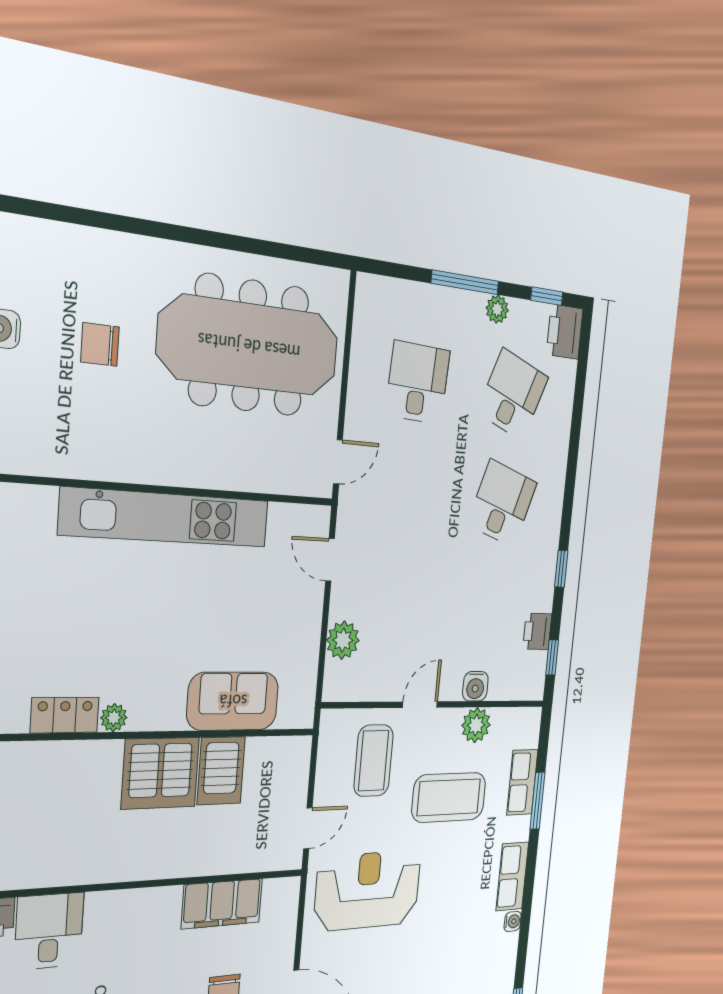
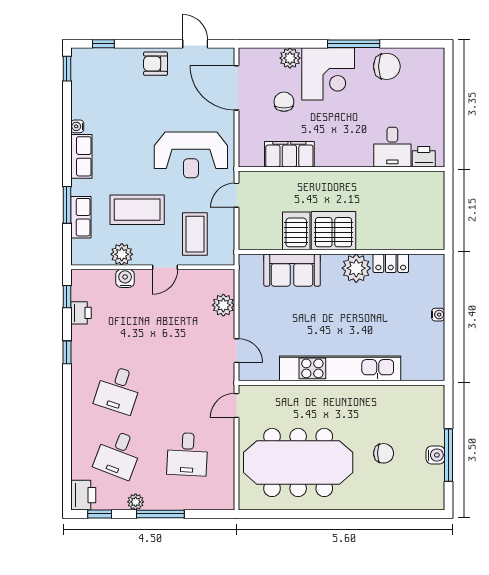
plant: (114, 718) -> (356, 268), width x1.88, depth x1.88

